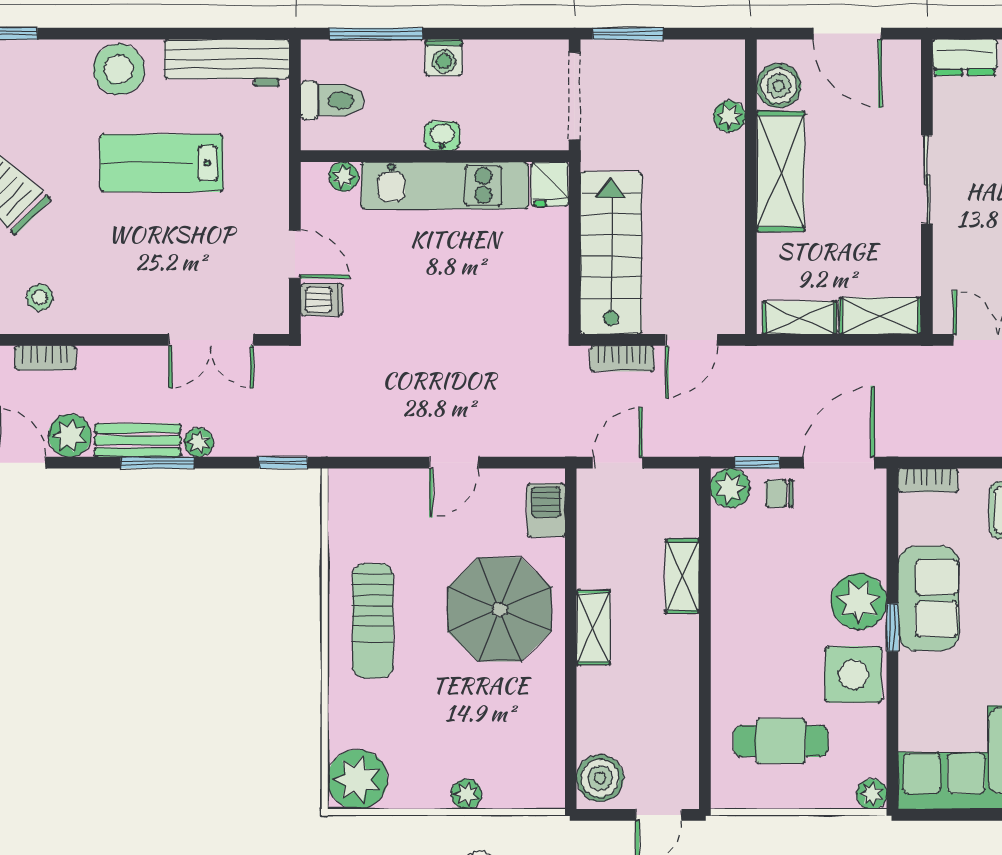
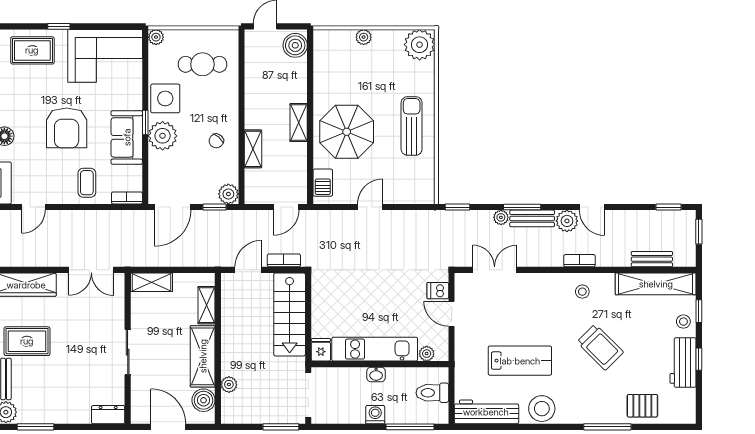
shelving: (800, 318) -> (207, 305), moved, turned 90
chair: (779, 494) -> (216, 141), moved, turned 130

